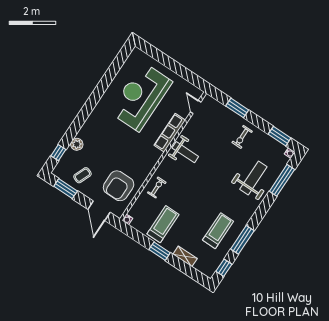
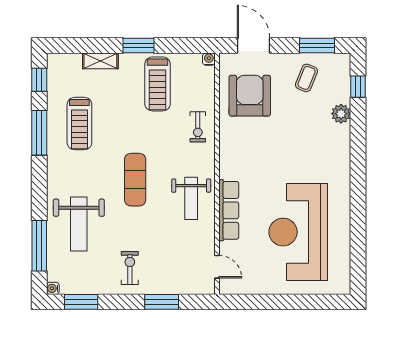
reception desk: (141, 97) -> (298, 232), turned 180
weight bench: (185, 152) -> (191, 198), turned -90
exercise mat: (208, 182) -> (135, 180), added

